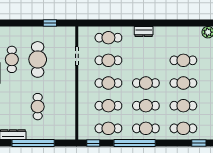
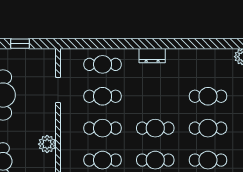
plant: (69, 94) -> (47, 144), added

